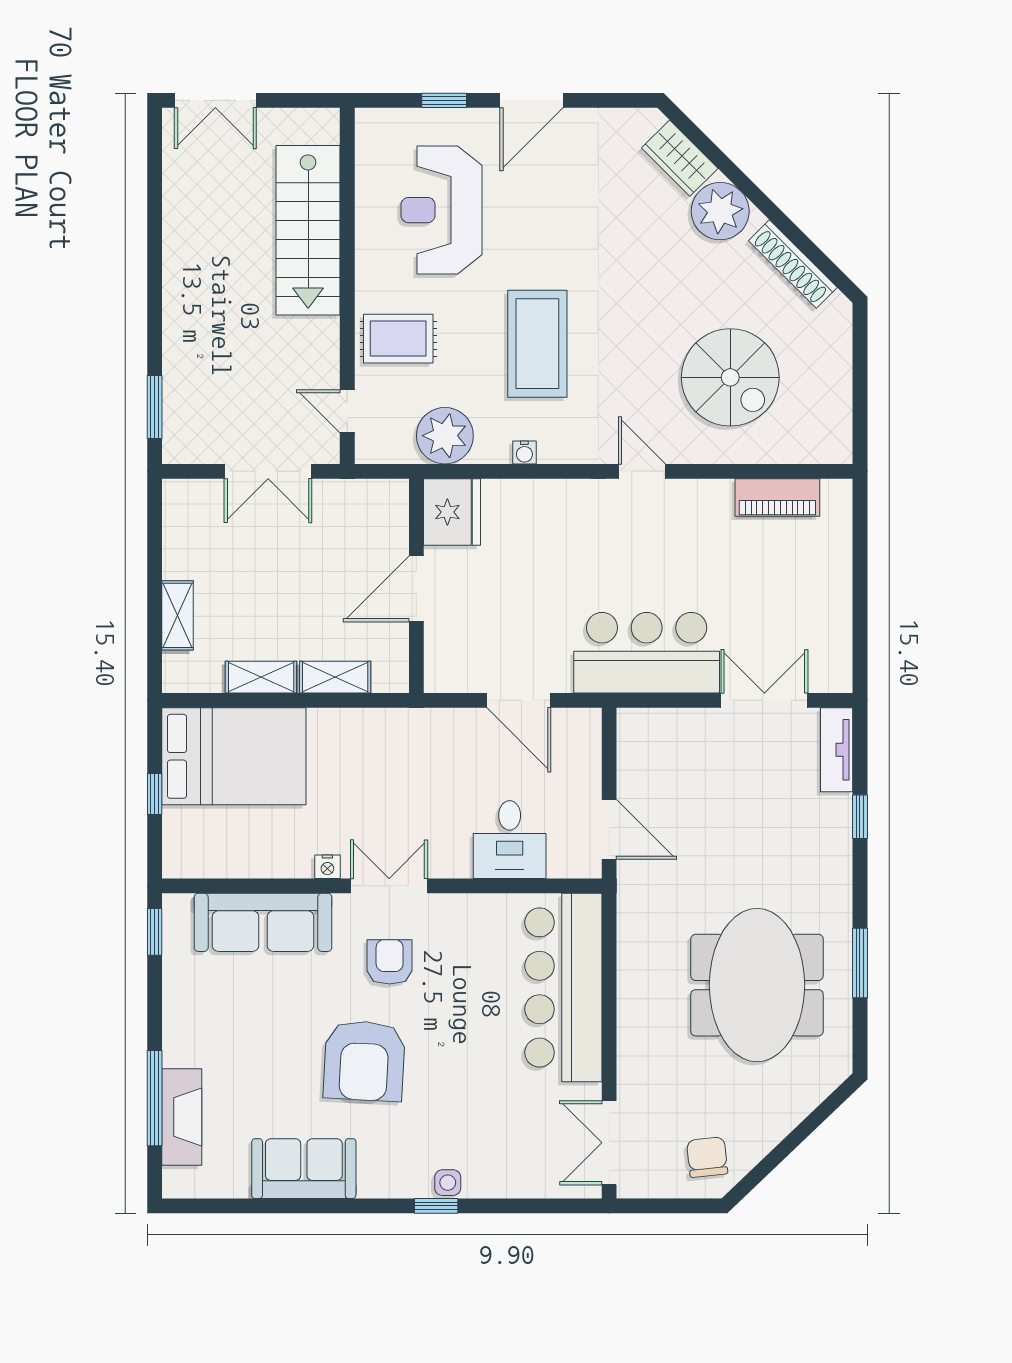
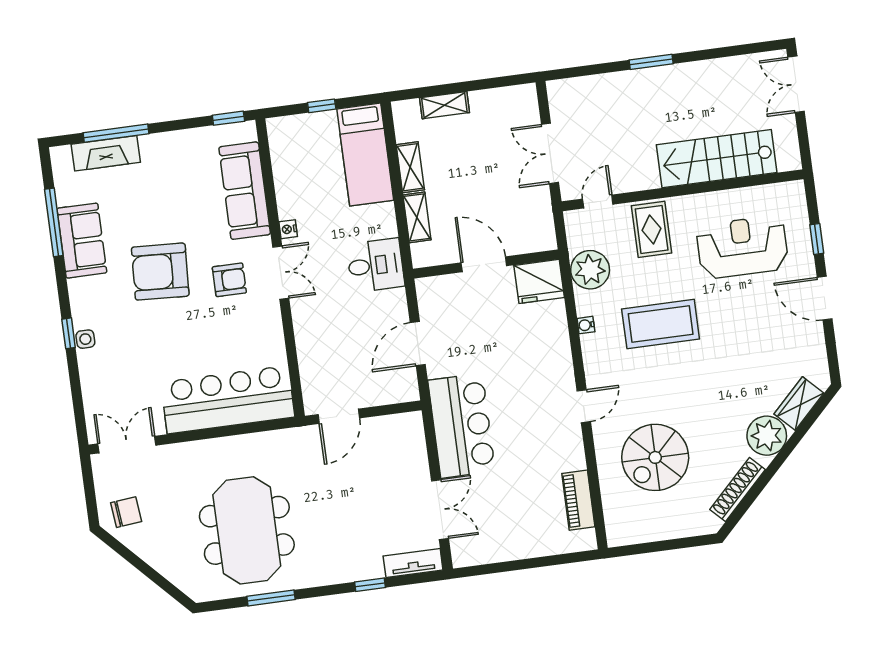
window: (155, 407) -> (651, 62), moved
bed: (234, 756) -> (365, 155), width x0.67
desk: (510, 840) -> (375, 265), moved, turned 180
meeting table: (757, 985) -> (247, 530), turned 90
window: (272, 1206) -> (54, 222), added

